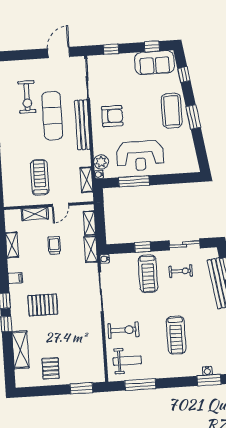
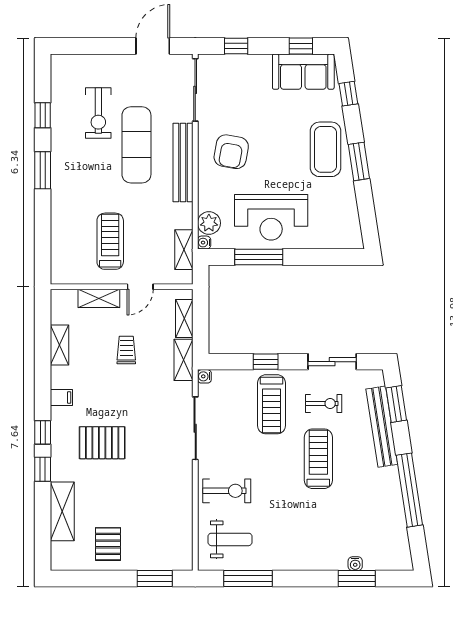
armchair: (112, 116) -> (231, 152), turned 100
treadmill: (176, 335) -> (318, 459), moved, turned 180

